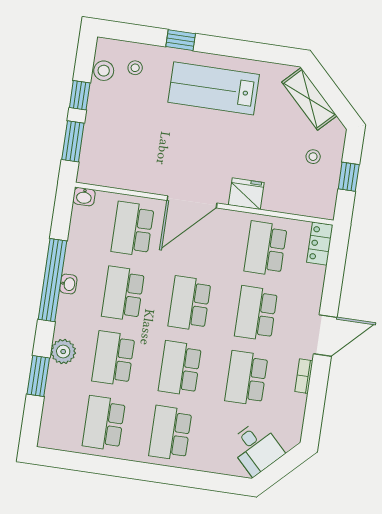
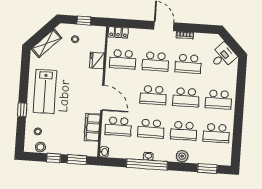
filing cabinet: (135, 177) -> (92, 127), added
fridge: (246, 194) -> (97, 60), moved
window: (38, 376) -> (207, 169), moved

